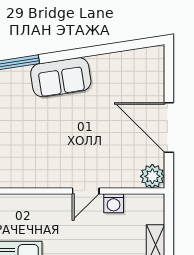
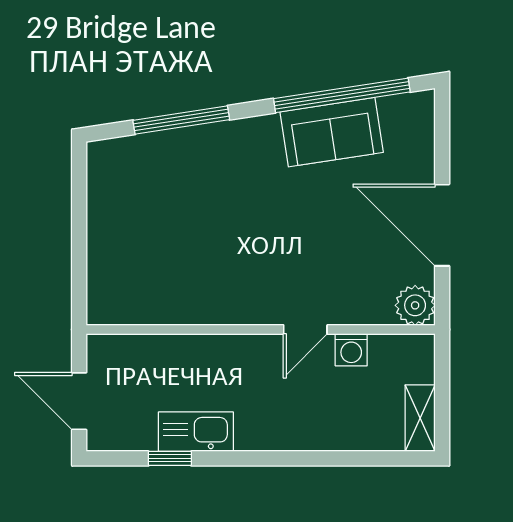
window: (108, 49) -> (342, 95), added
sofa: (61, 77) -> (332, 132), moved

